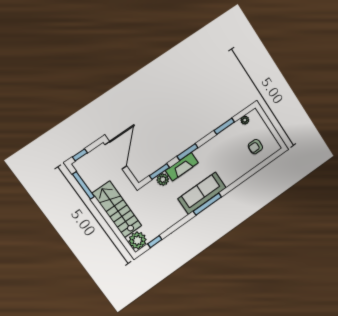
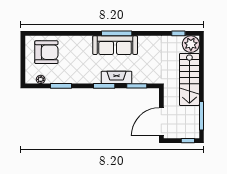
armchair: (255, 147) -> (46, 52), width x1.88, depth x1.88
plant: (163, 179) -> (138, 78), removed

